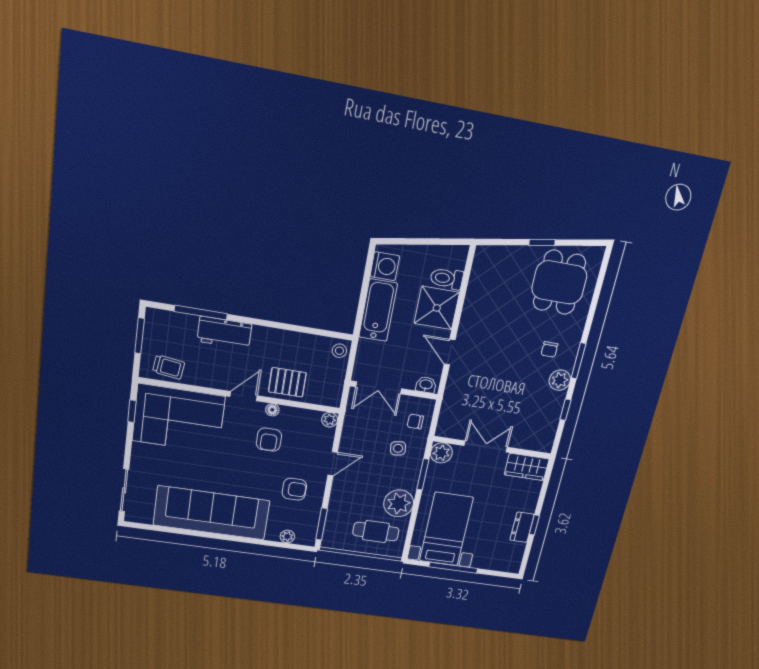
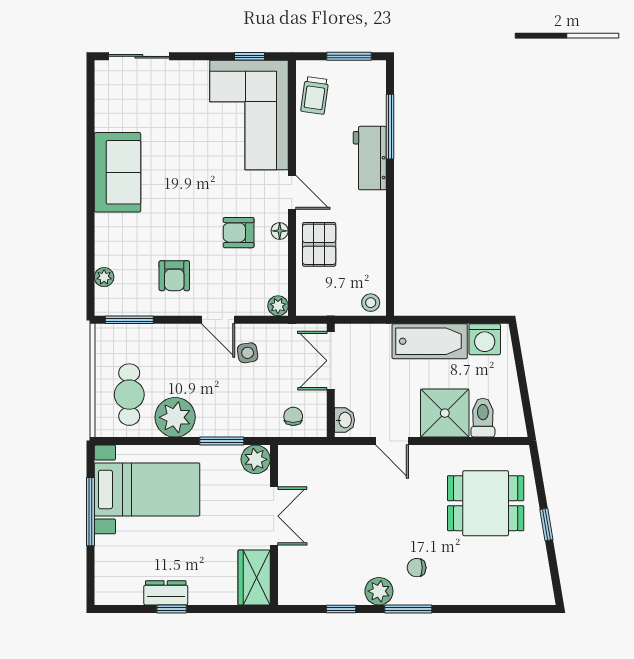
dining table: (559, 282) -> (486, 503), moved
door: (450, 352) -> (392, 441), swing flipped
side table: (398, 448) -> (248, 353), moved
sofa: (211, 513) -> (117, 172), width x0.54, depth x0.79

